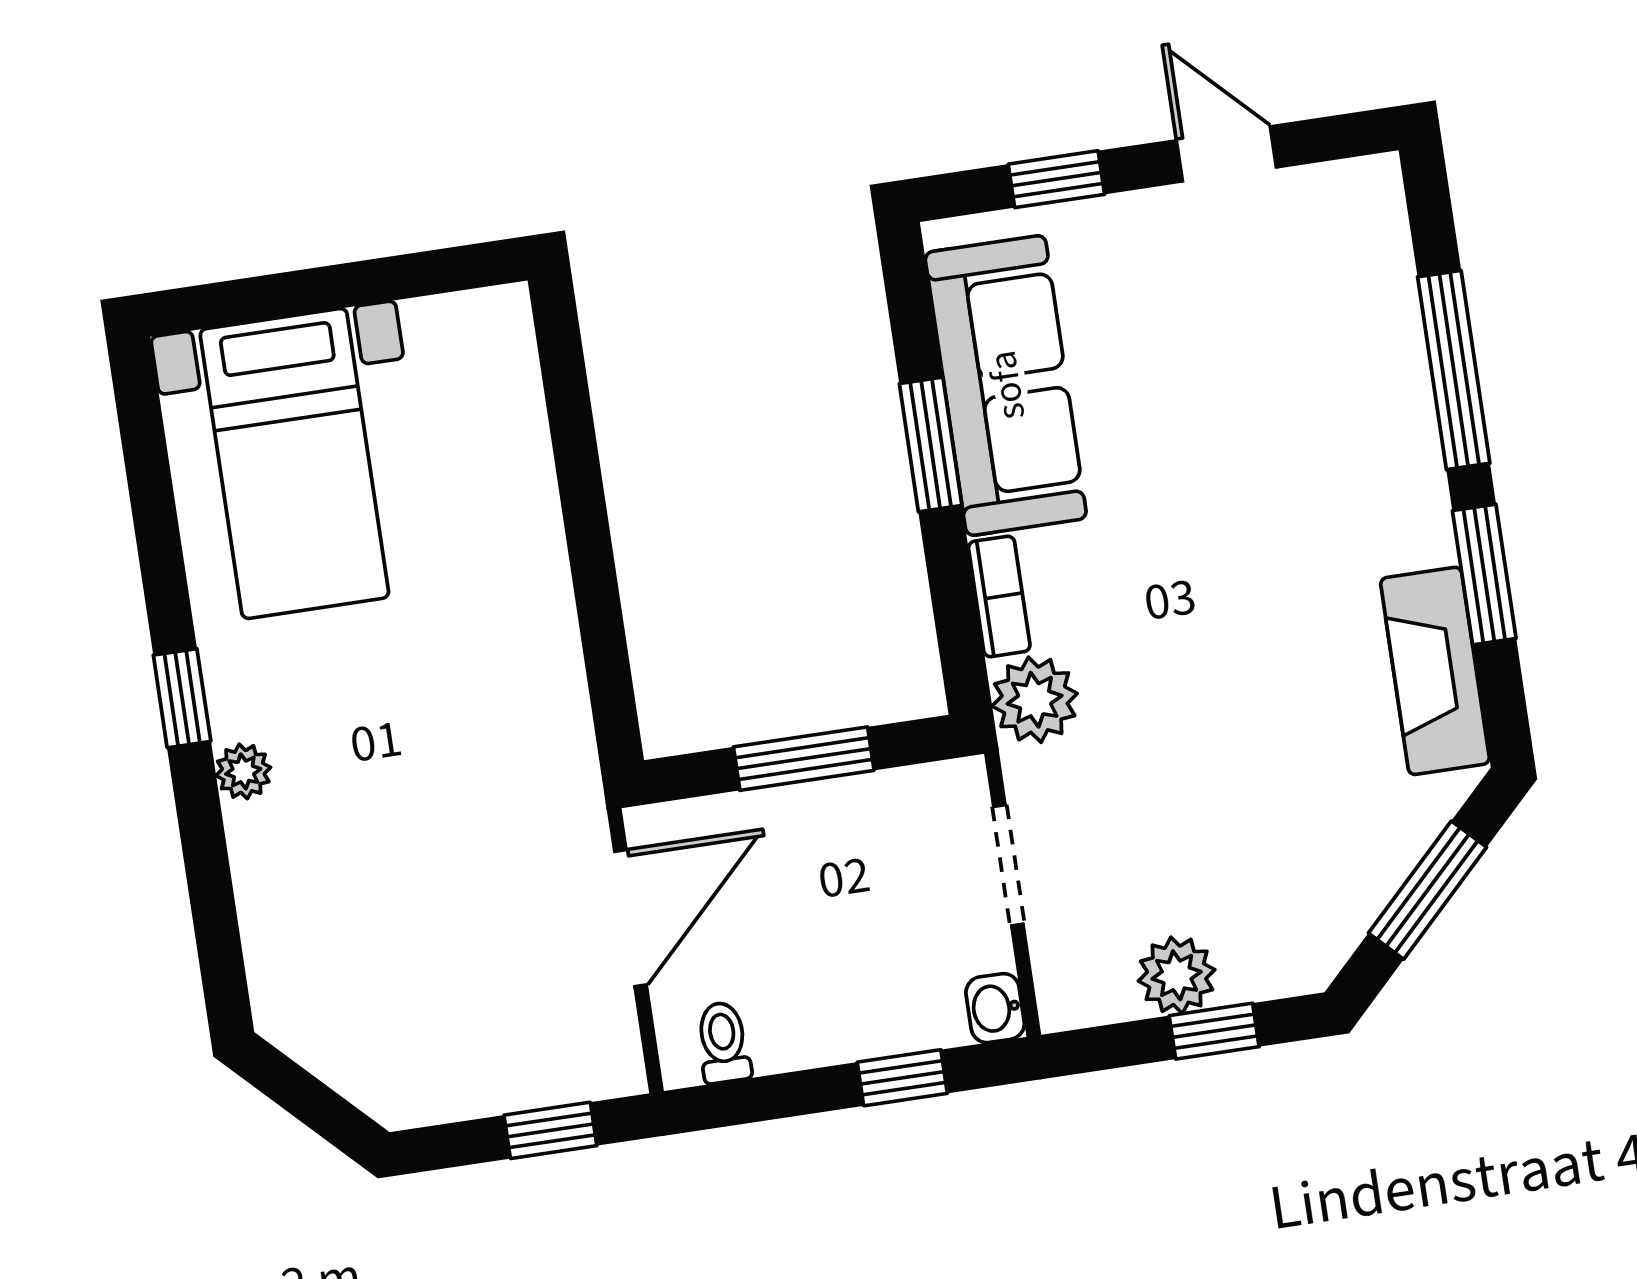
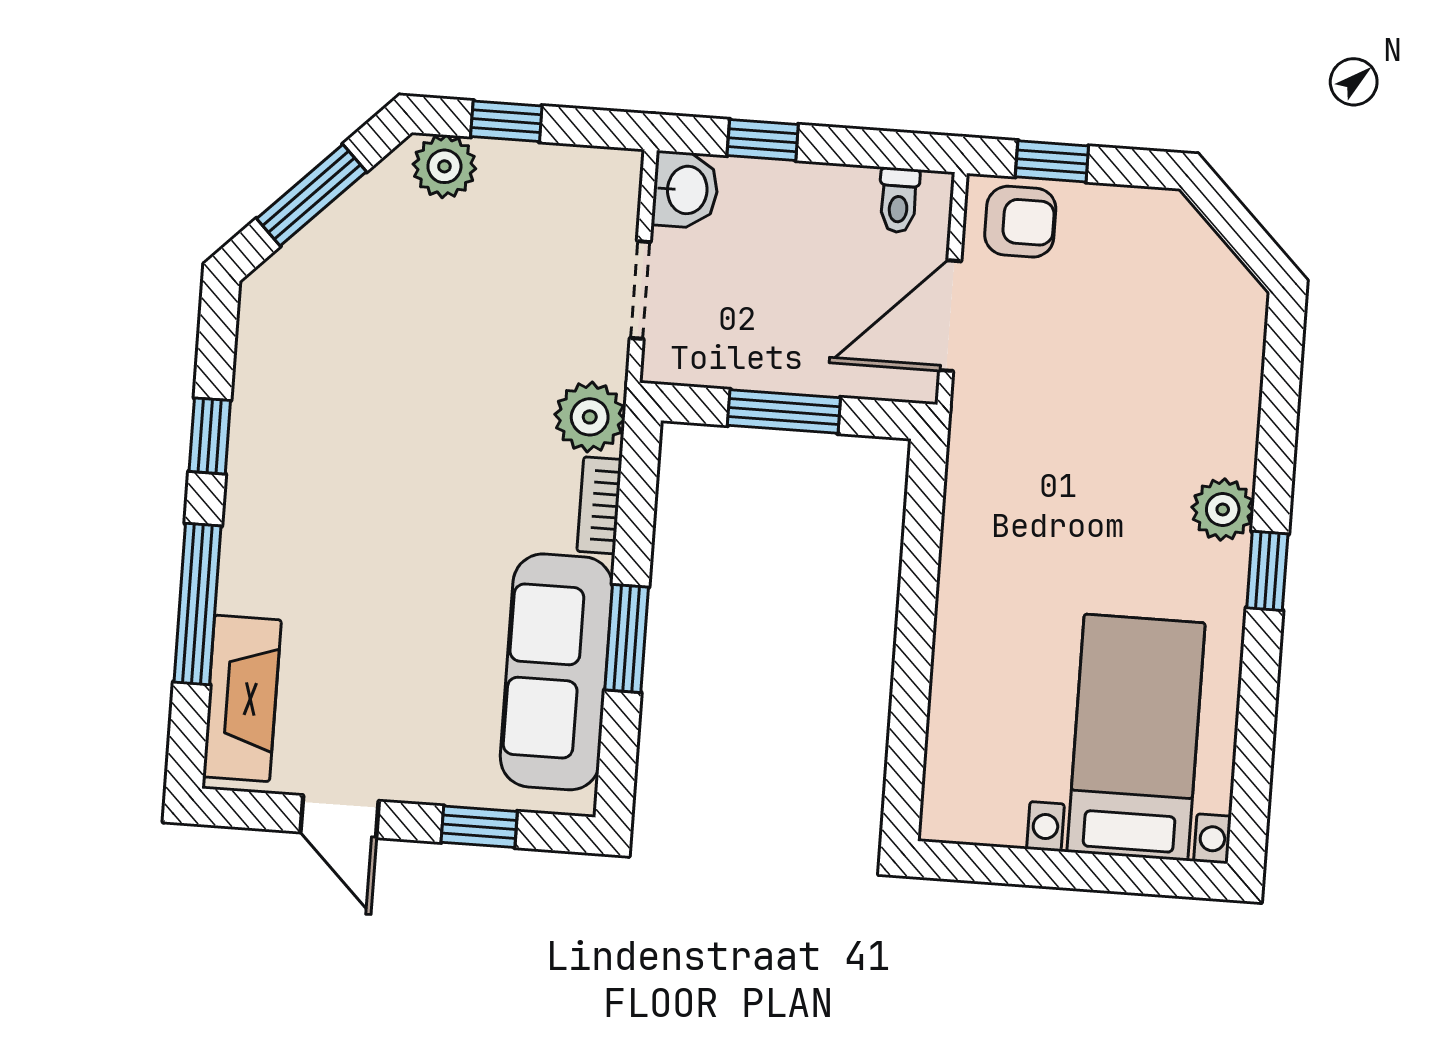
window: (1484, 575) -> (210, 436), width x0.67
fireplace: (1435, 671) -> (242, 698), moved
plant: (243, 771) -> (1223, 510), width x1.38, depth x1.38
plant: (1177, 975) -> (444, 166), moved
washbasin: (995, 1008) -> (685, 190), width x1.38, depth x1.45
armchair: (572, 1050) -> (1020, 222), added

